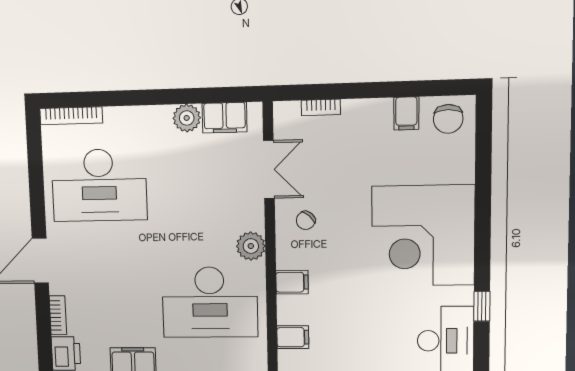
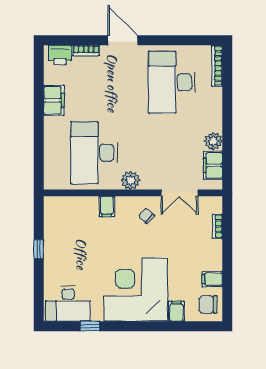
filing cabinet: (293, 337) -> (176, 311), moved, turned 180

